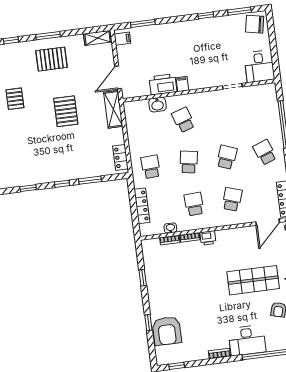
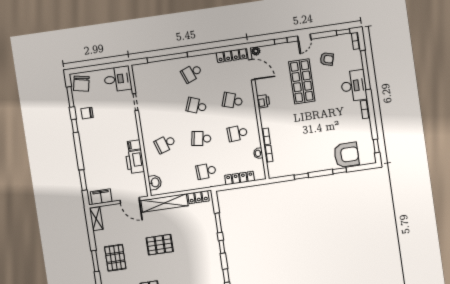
chair: (220, 30) -> (87, 113), added
filing cabinet: (122, 39) -> (101, 197), width x2.00
washbasin: (157, 105) -> (155, 182), moved
shelving: (113, 109) -> (164, 203), width x1.47
printer: (208, 238) -> (263, 101), moved

